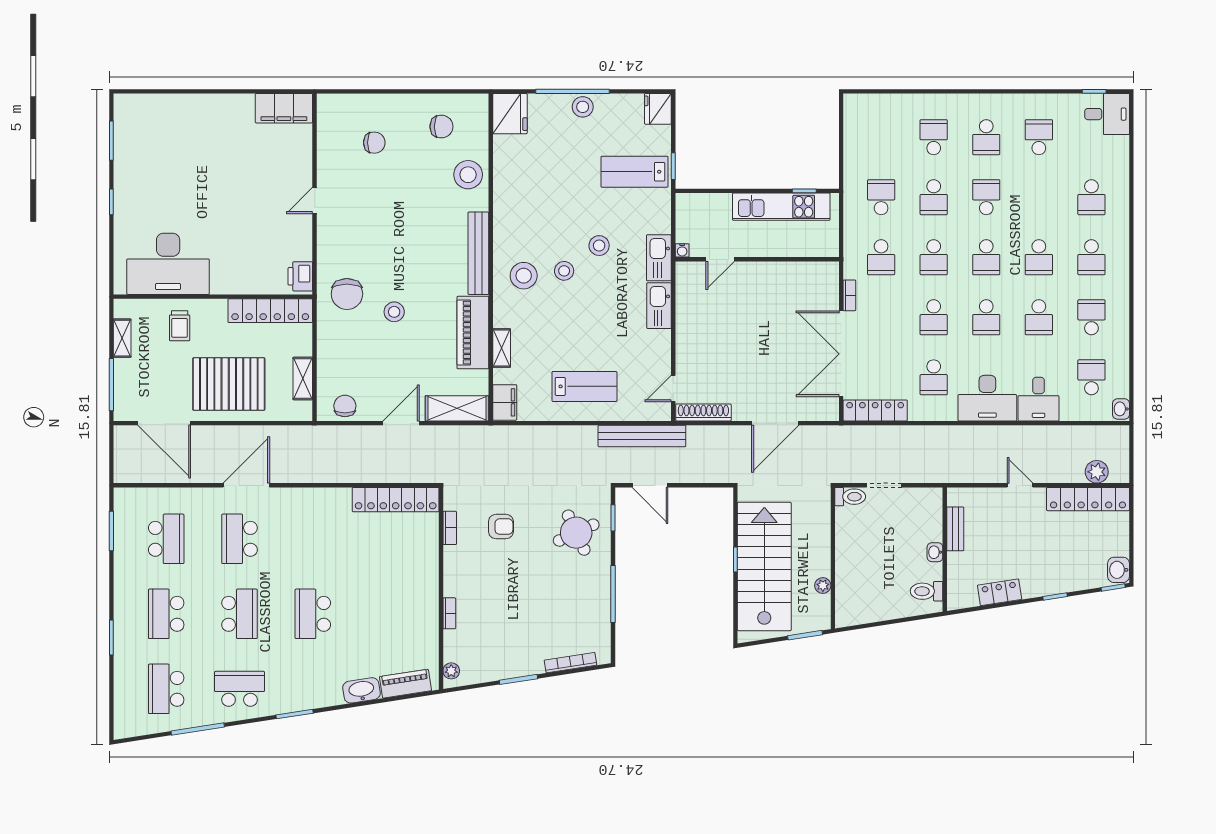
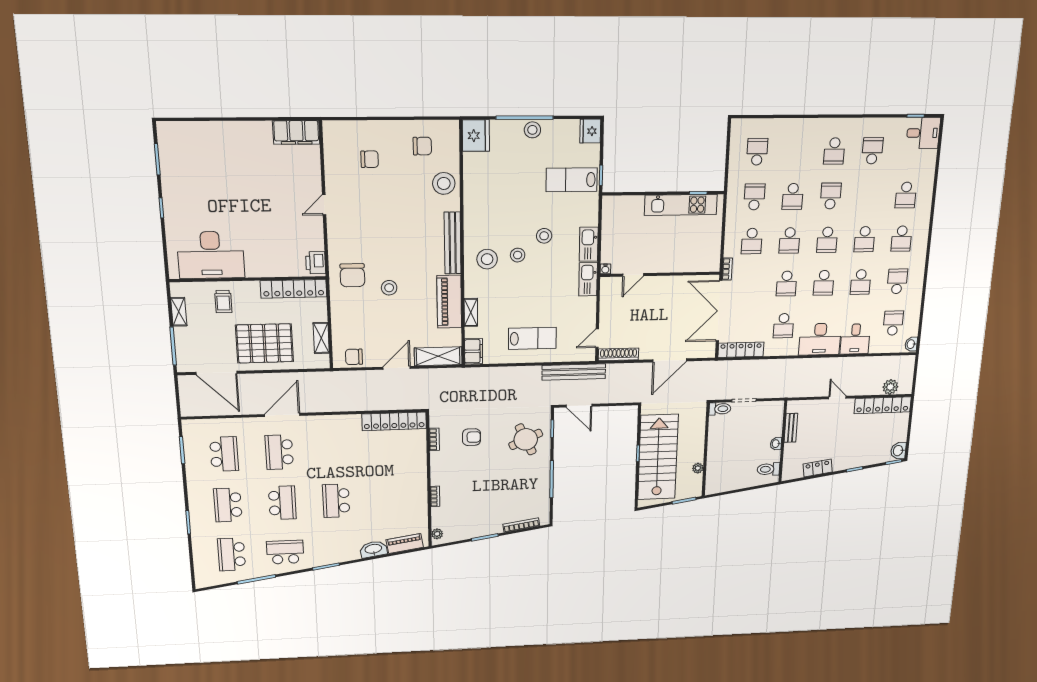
school desk: (934, 137) -> (757, 152), moved
water cooler: (682, 250) -> (605, 269), moved
door: (720, 259) -> (633, 275), moved
wall: (757, 259) -> (660, 274), moved
chair: (345, 406) -> (354, 357), turned -90

